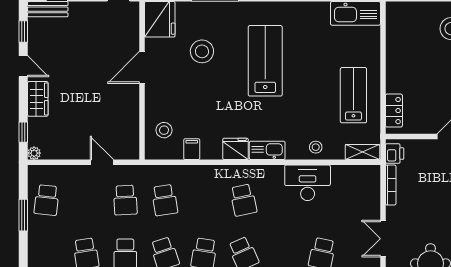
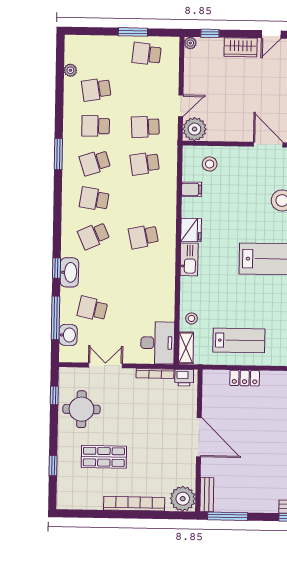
locker: (394, 111) -> (245, 378), moved
plant: (127, 147) -> (195, 129), added
stool: (316, 147) -> (191, 318), moved
desk: (308, 183) -> (158, 343), moved

